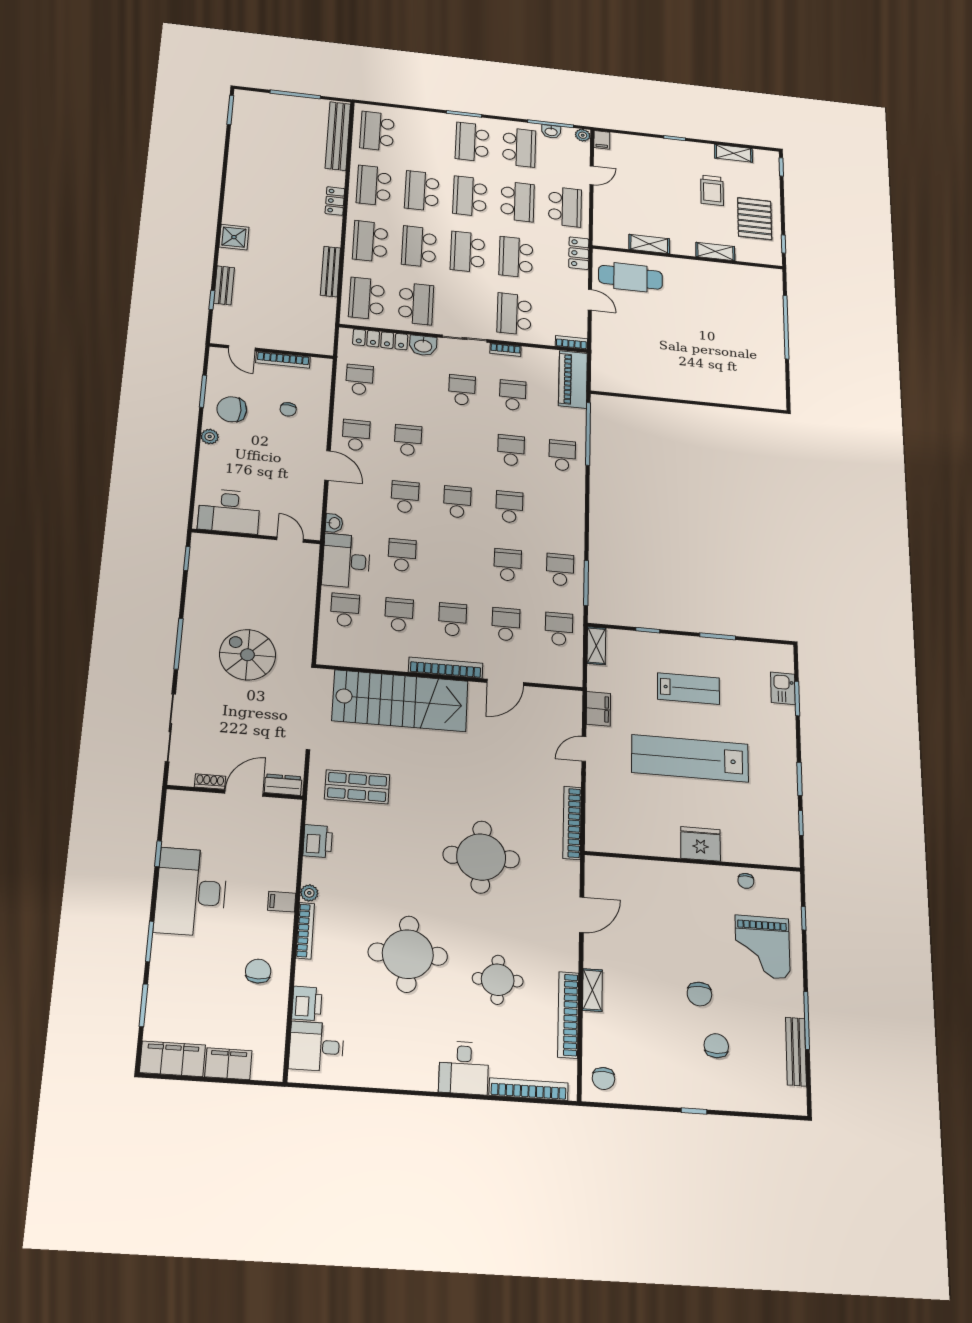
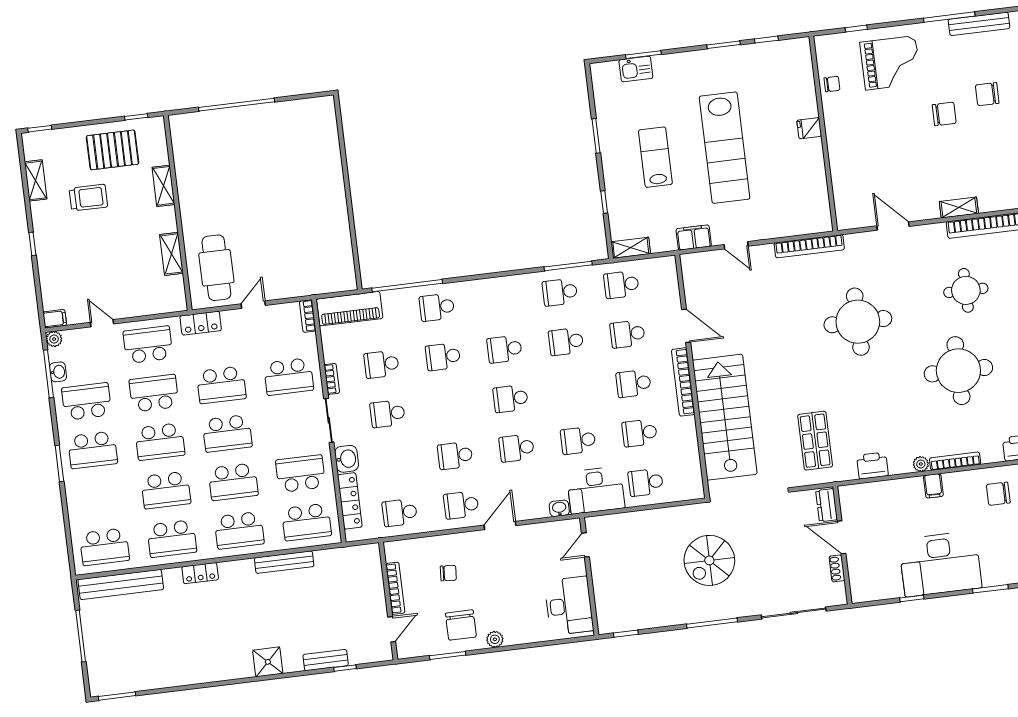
fridge: (701, 844) -> (809, 128), width x0.53, depth x0.75

